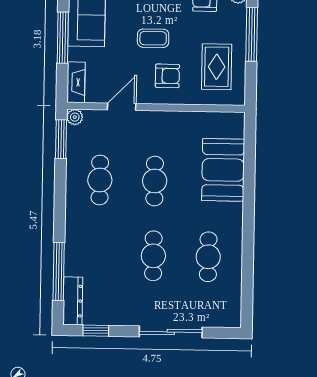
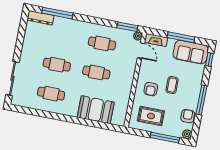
door: (122, 107) -> (141, 51), moved
window: (96, 331) -> (23, 27), removed
sliding door: (171, 332) -> (13, 78), moved

